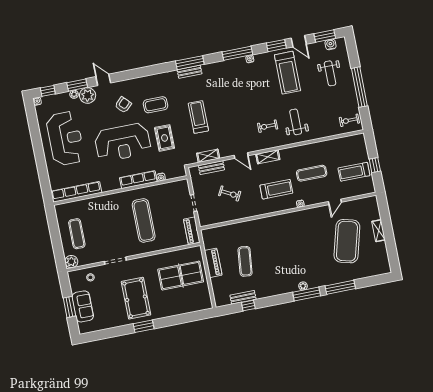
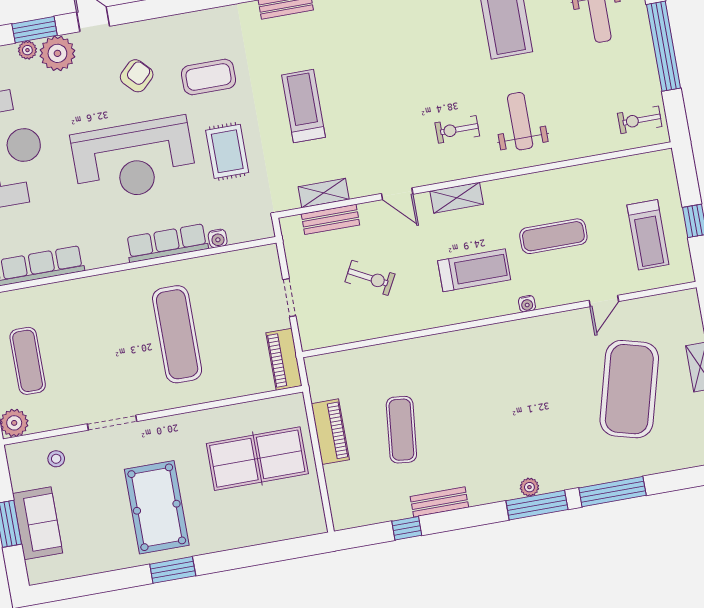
treadmill: (354, 172) -> (648, 235), turned -90
bench: (243, 297) -> (439, 502), moved

